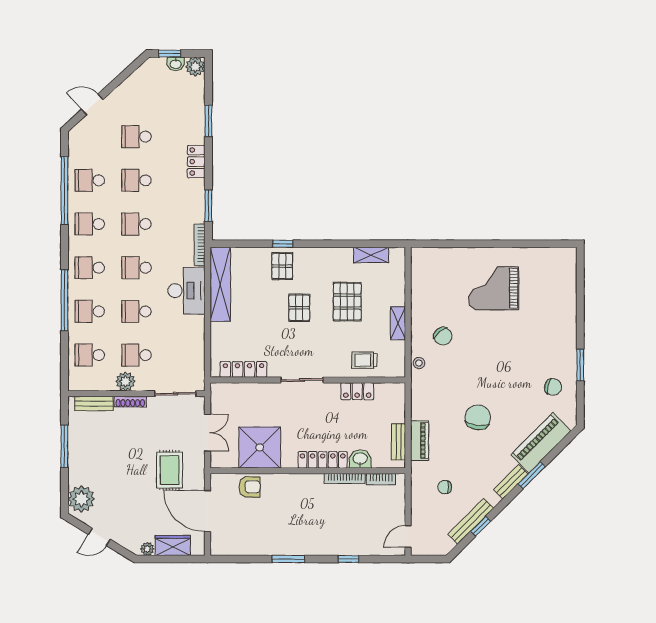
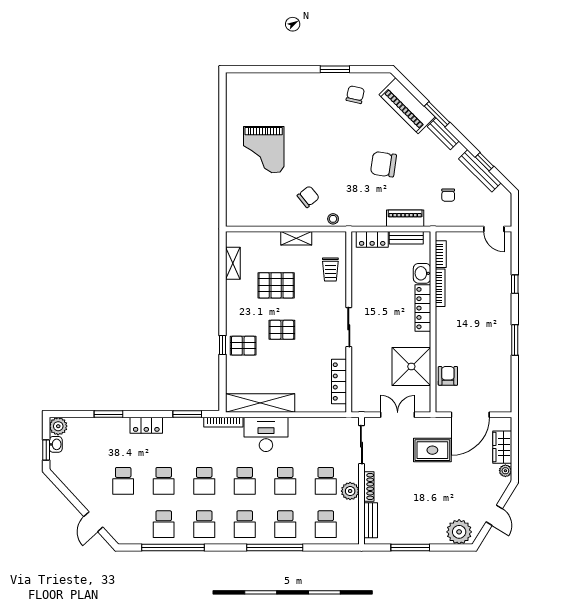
locker: (357, 391) -> (372, 239), moved, turned 90

